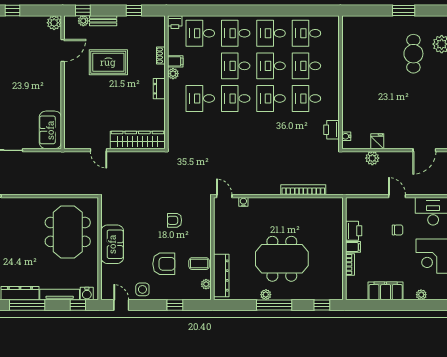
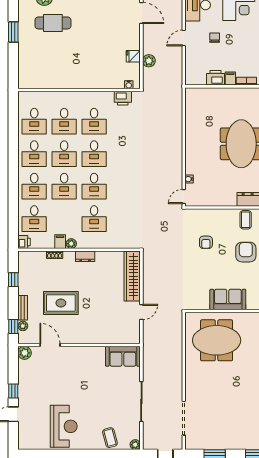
rug: (108, 62) -> (61, 303), turned 90
bookcase: (303, 190) -> (178, 124), removed

